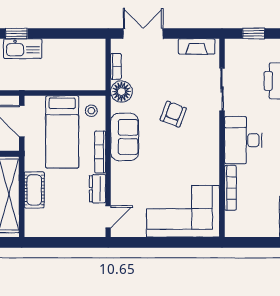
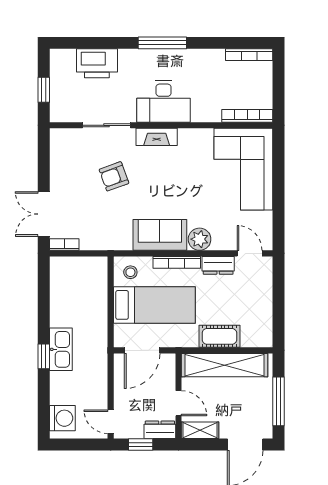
fireplace: (197, 46) -> (157, 137), moved, turned 90
bookcase: (116, 66) -> (64, 245), moved
floor lamp: (121, 92) -> (109, 238), removed
armchair: (173, 114) -> (114, 176), moved, turned -41
plant: (121, 172) -> (200, 239), added
bookcase: (230, 188) -> (247, 116), moved

